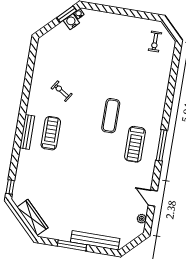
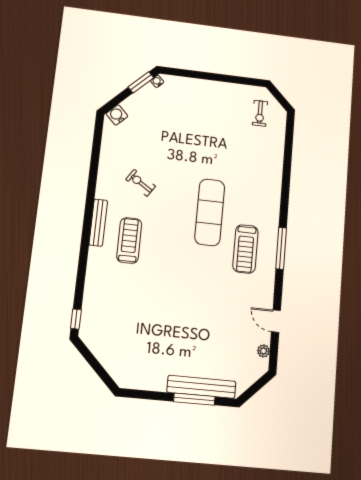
water cooler: (71, 22) -> (117, 115), moved
exercise mat: (111, 116) -> (210, 212), width x1.36, depth x1.45
bench: (27, 132) -> (98, 223), moved
wardrobe: (32, 217) -> (110, 361), removed
window: (72, 245) -> (194, 399), moved

